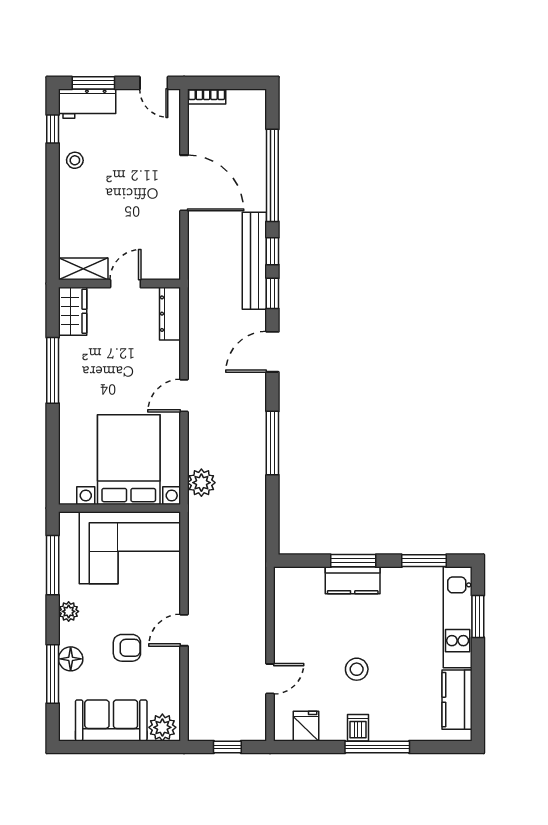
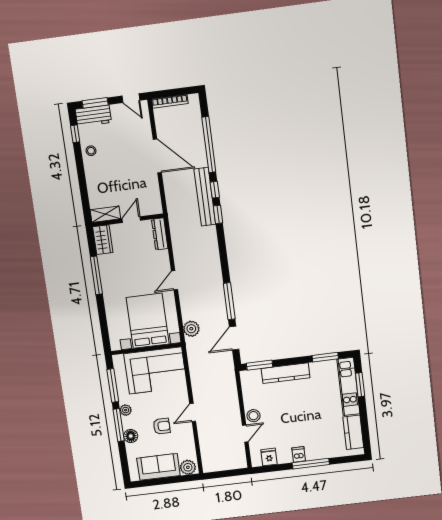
bookcase: (207, 96) -> (170, 101), width x1.56
door: (272, 352) -> (234, 338), moved
window: (353, 561) -> (260, 365), moved
kitchen counter: (353, 580) -> (286, 373), width x1.50
stool: (357, 669) -> (253, 416), moved
window: (53, 674) -> (119, 425), moved
window: (227, 747) -> (226, 474), removed

